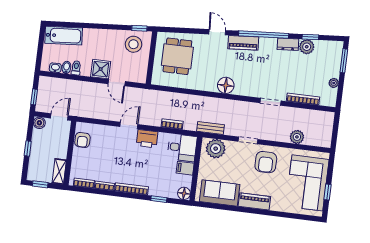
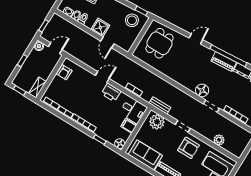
door: (217, 32) -> (196, 39), hinge flipped
piano: (243, 43) -> (224, 62), moved
floor lamp: (226, 85) -> (202, 90), moved
armchair: (266, 162) -> (188, 148), turned -90

